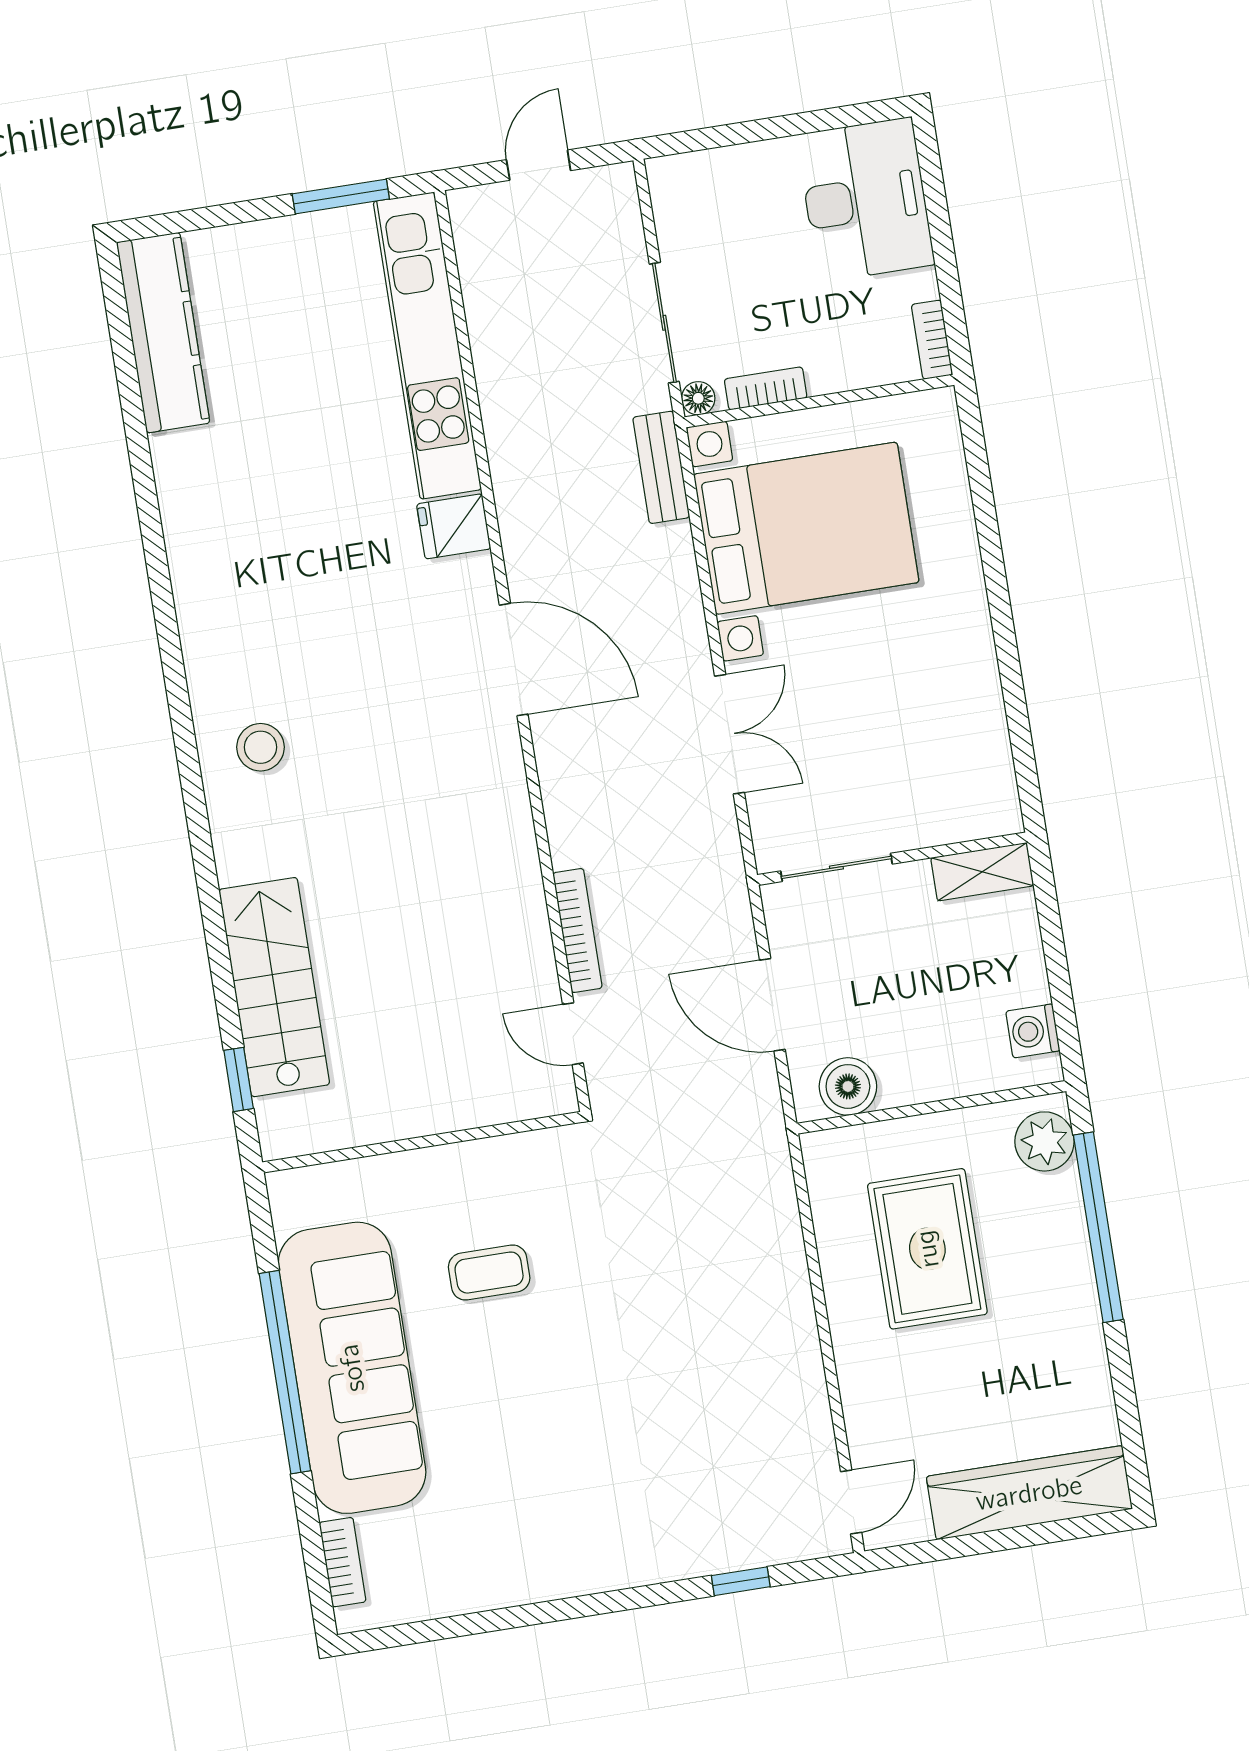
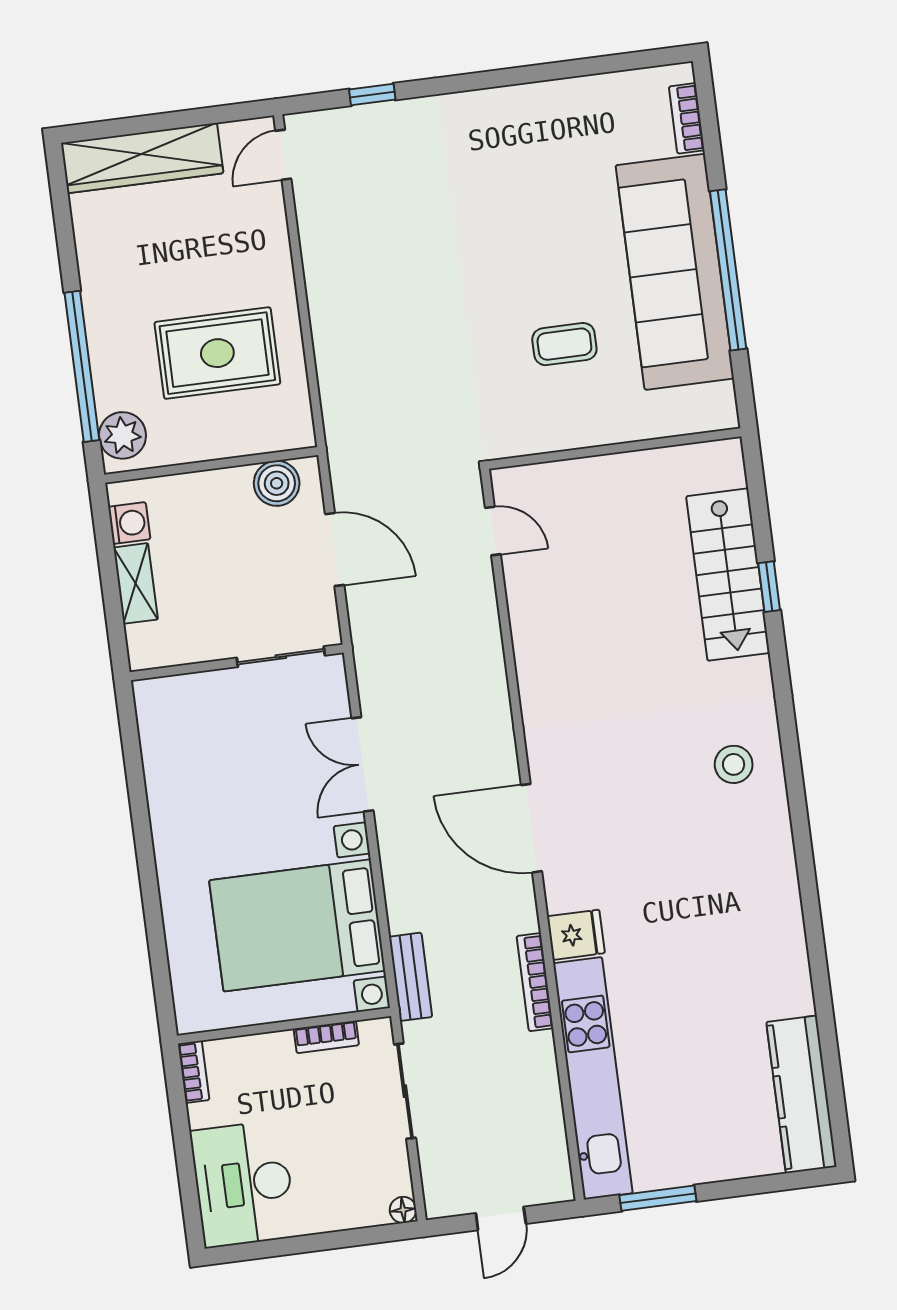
floor lamp: (698, 398) -> (403, 1210), moved
shelving: (982, 872) -> (136, 583), moved, turned 90
bookcase: (577, 930) -> (535, 982), moved
window: (239, 1079) -> (769, 587), moved
rug: (927, 1249) -> (217, 353), turned 90

